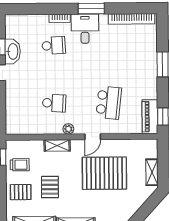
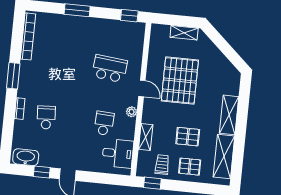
desk: (85, 29) -> (118, 153), moved, turned 180
washbasin: (13, 51) -> (26, 157), moved
piano: (150, 117) -> (128, 29), removed
shelving: (57, 145) -> (146, 137), moved
pallet: (21, 192) -> (190, 167), turned 90

